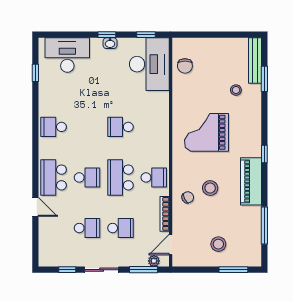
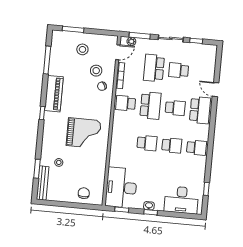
chair: (185, 66) -> (84, 193), moved
school desk: (87, 127) -> (172, 145), added
school desk: (87, 177) -> (175, 108), turned 180
stool: (210, 188) -> (96, 71), moved
school desk: (120, 228) -> (154, 68), width x1.85

